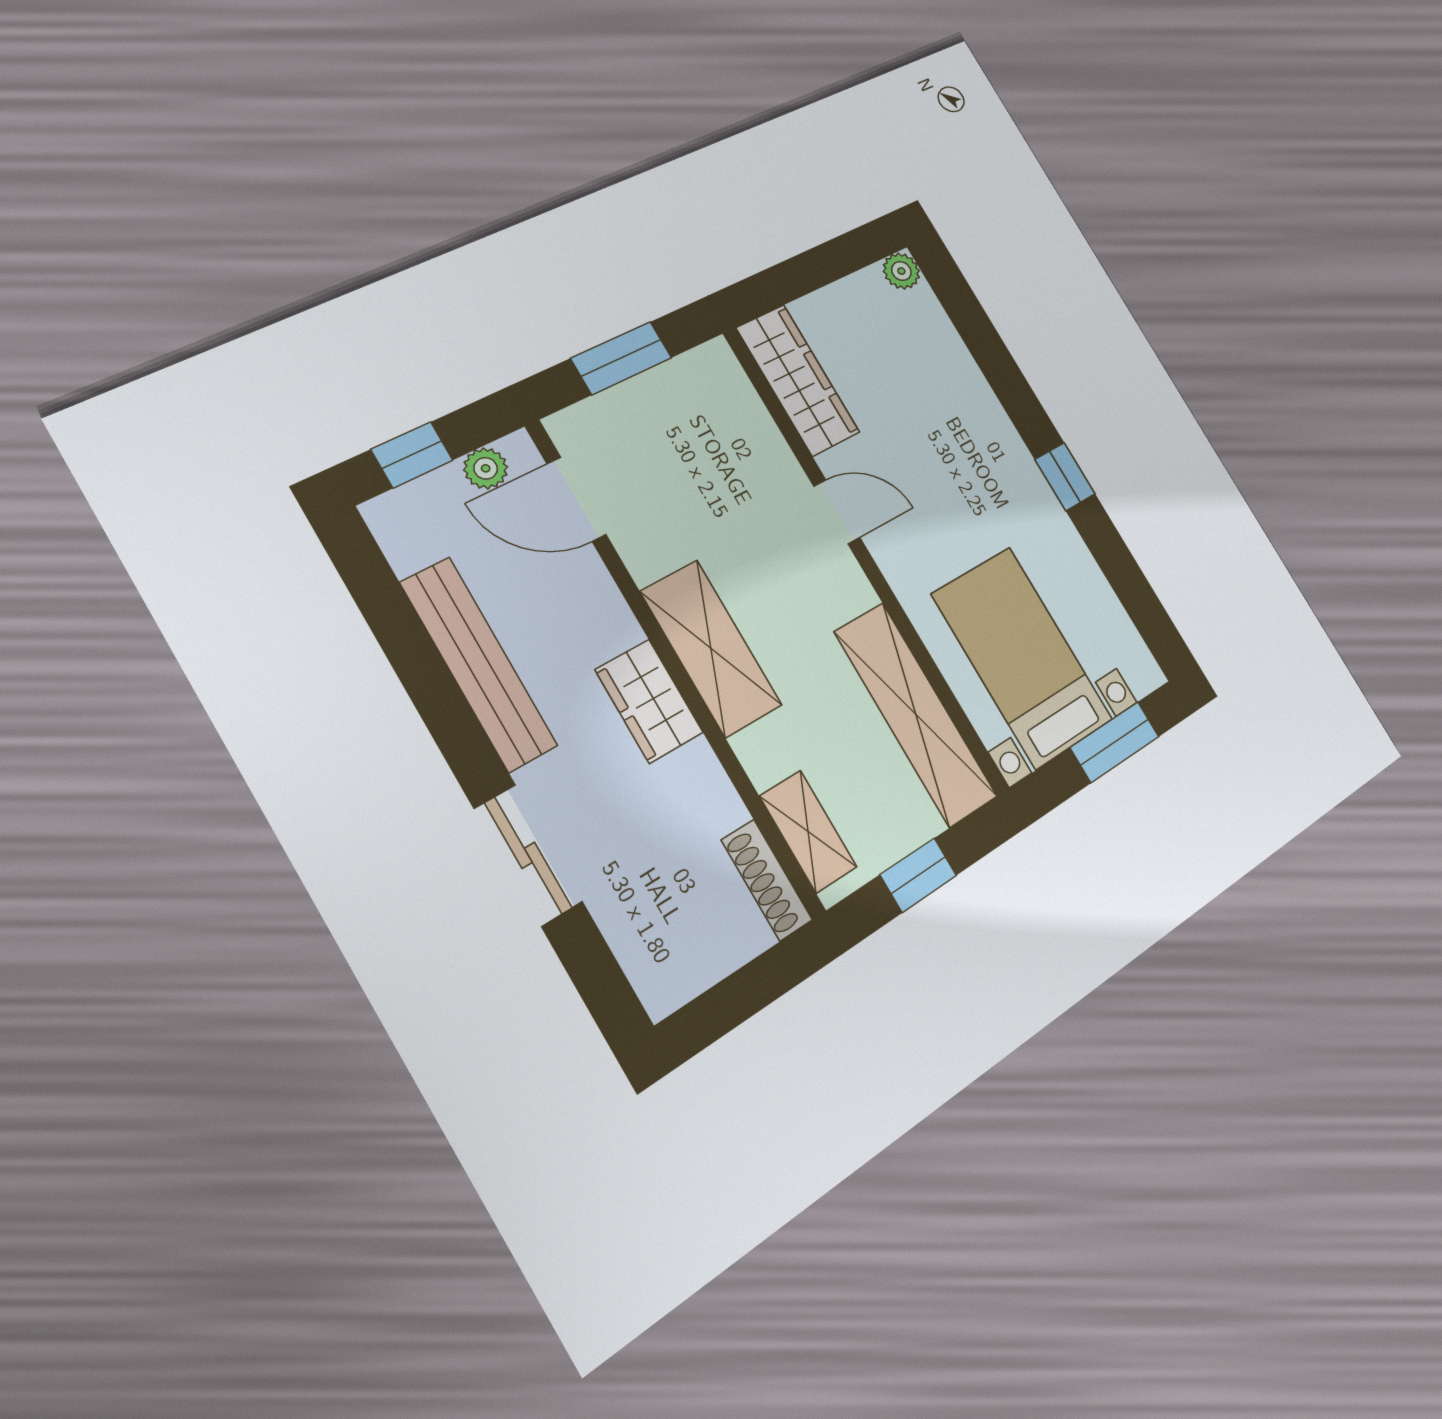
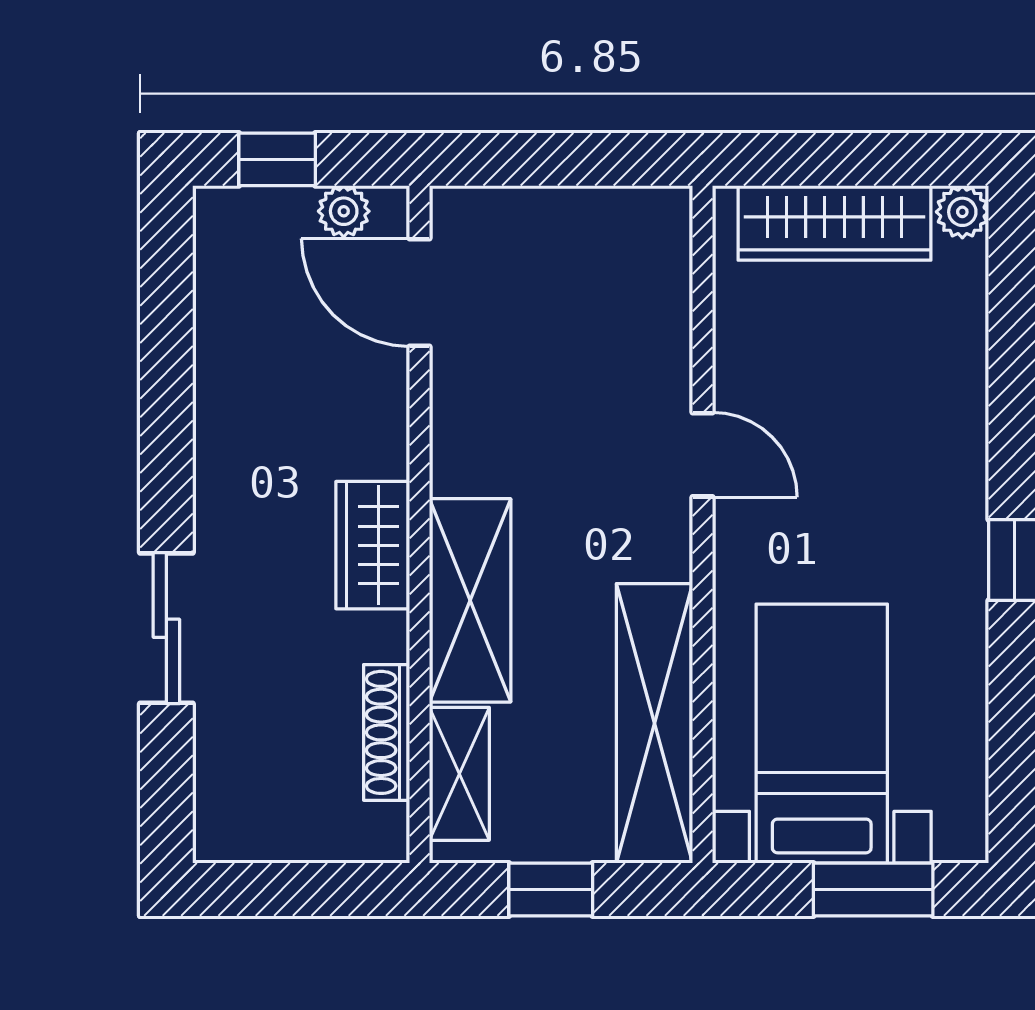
window: (621, 358) -> (559, 159), removed
wardrobe: (798, 380) -> (834, 223), moved, turned 90
shelving: (711, 648) -> (470, 600), moved
bench: (479, 664) -> (224, 412), removed
shoe rack: (767, 880) -> (387, 732), moved

